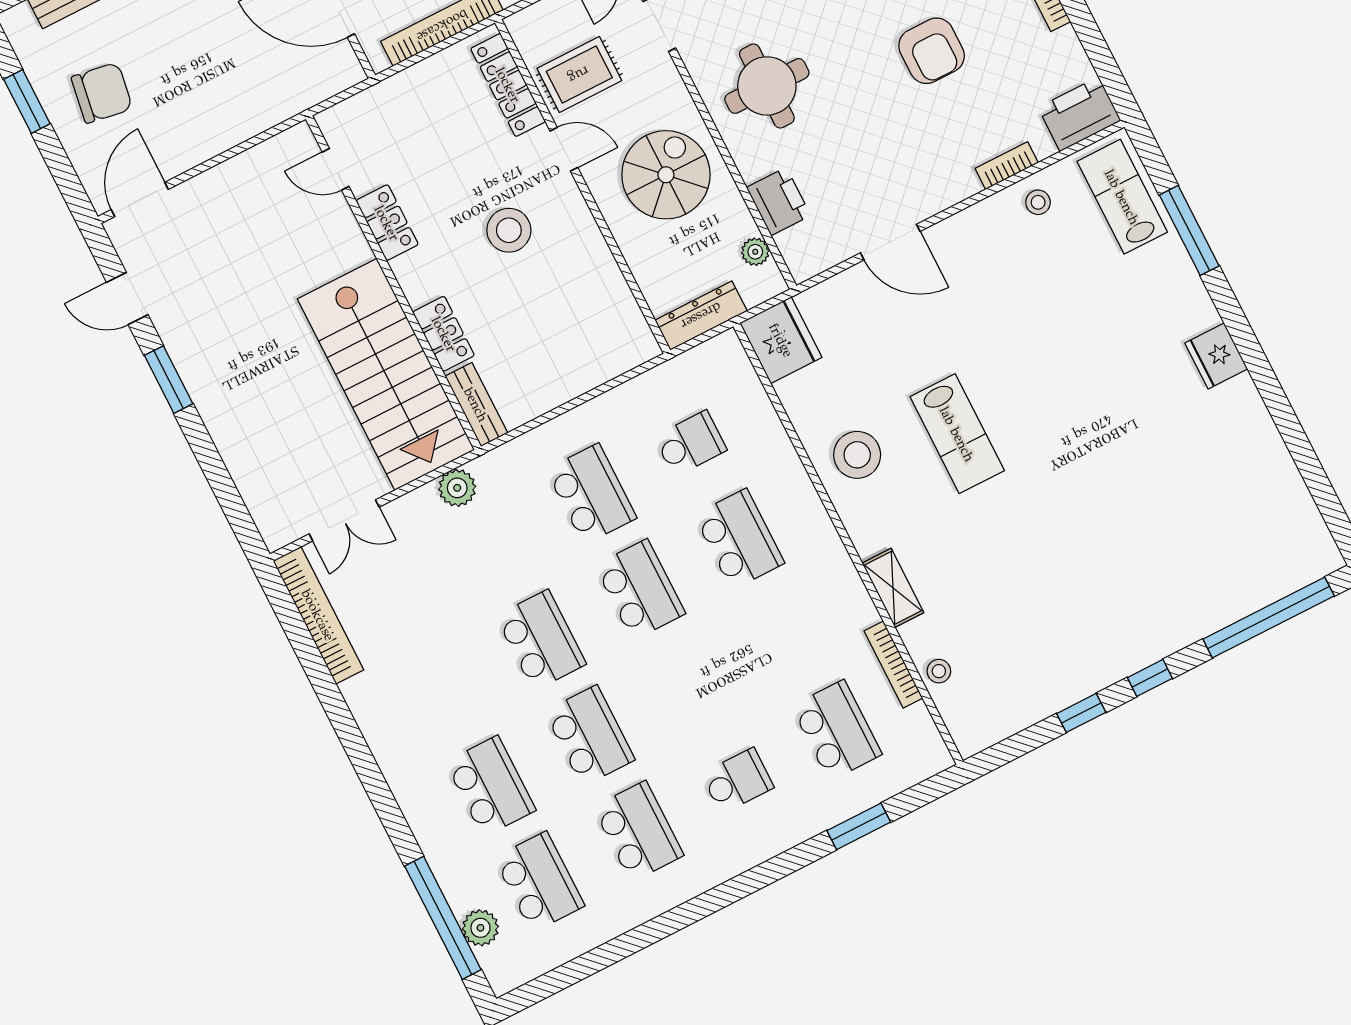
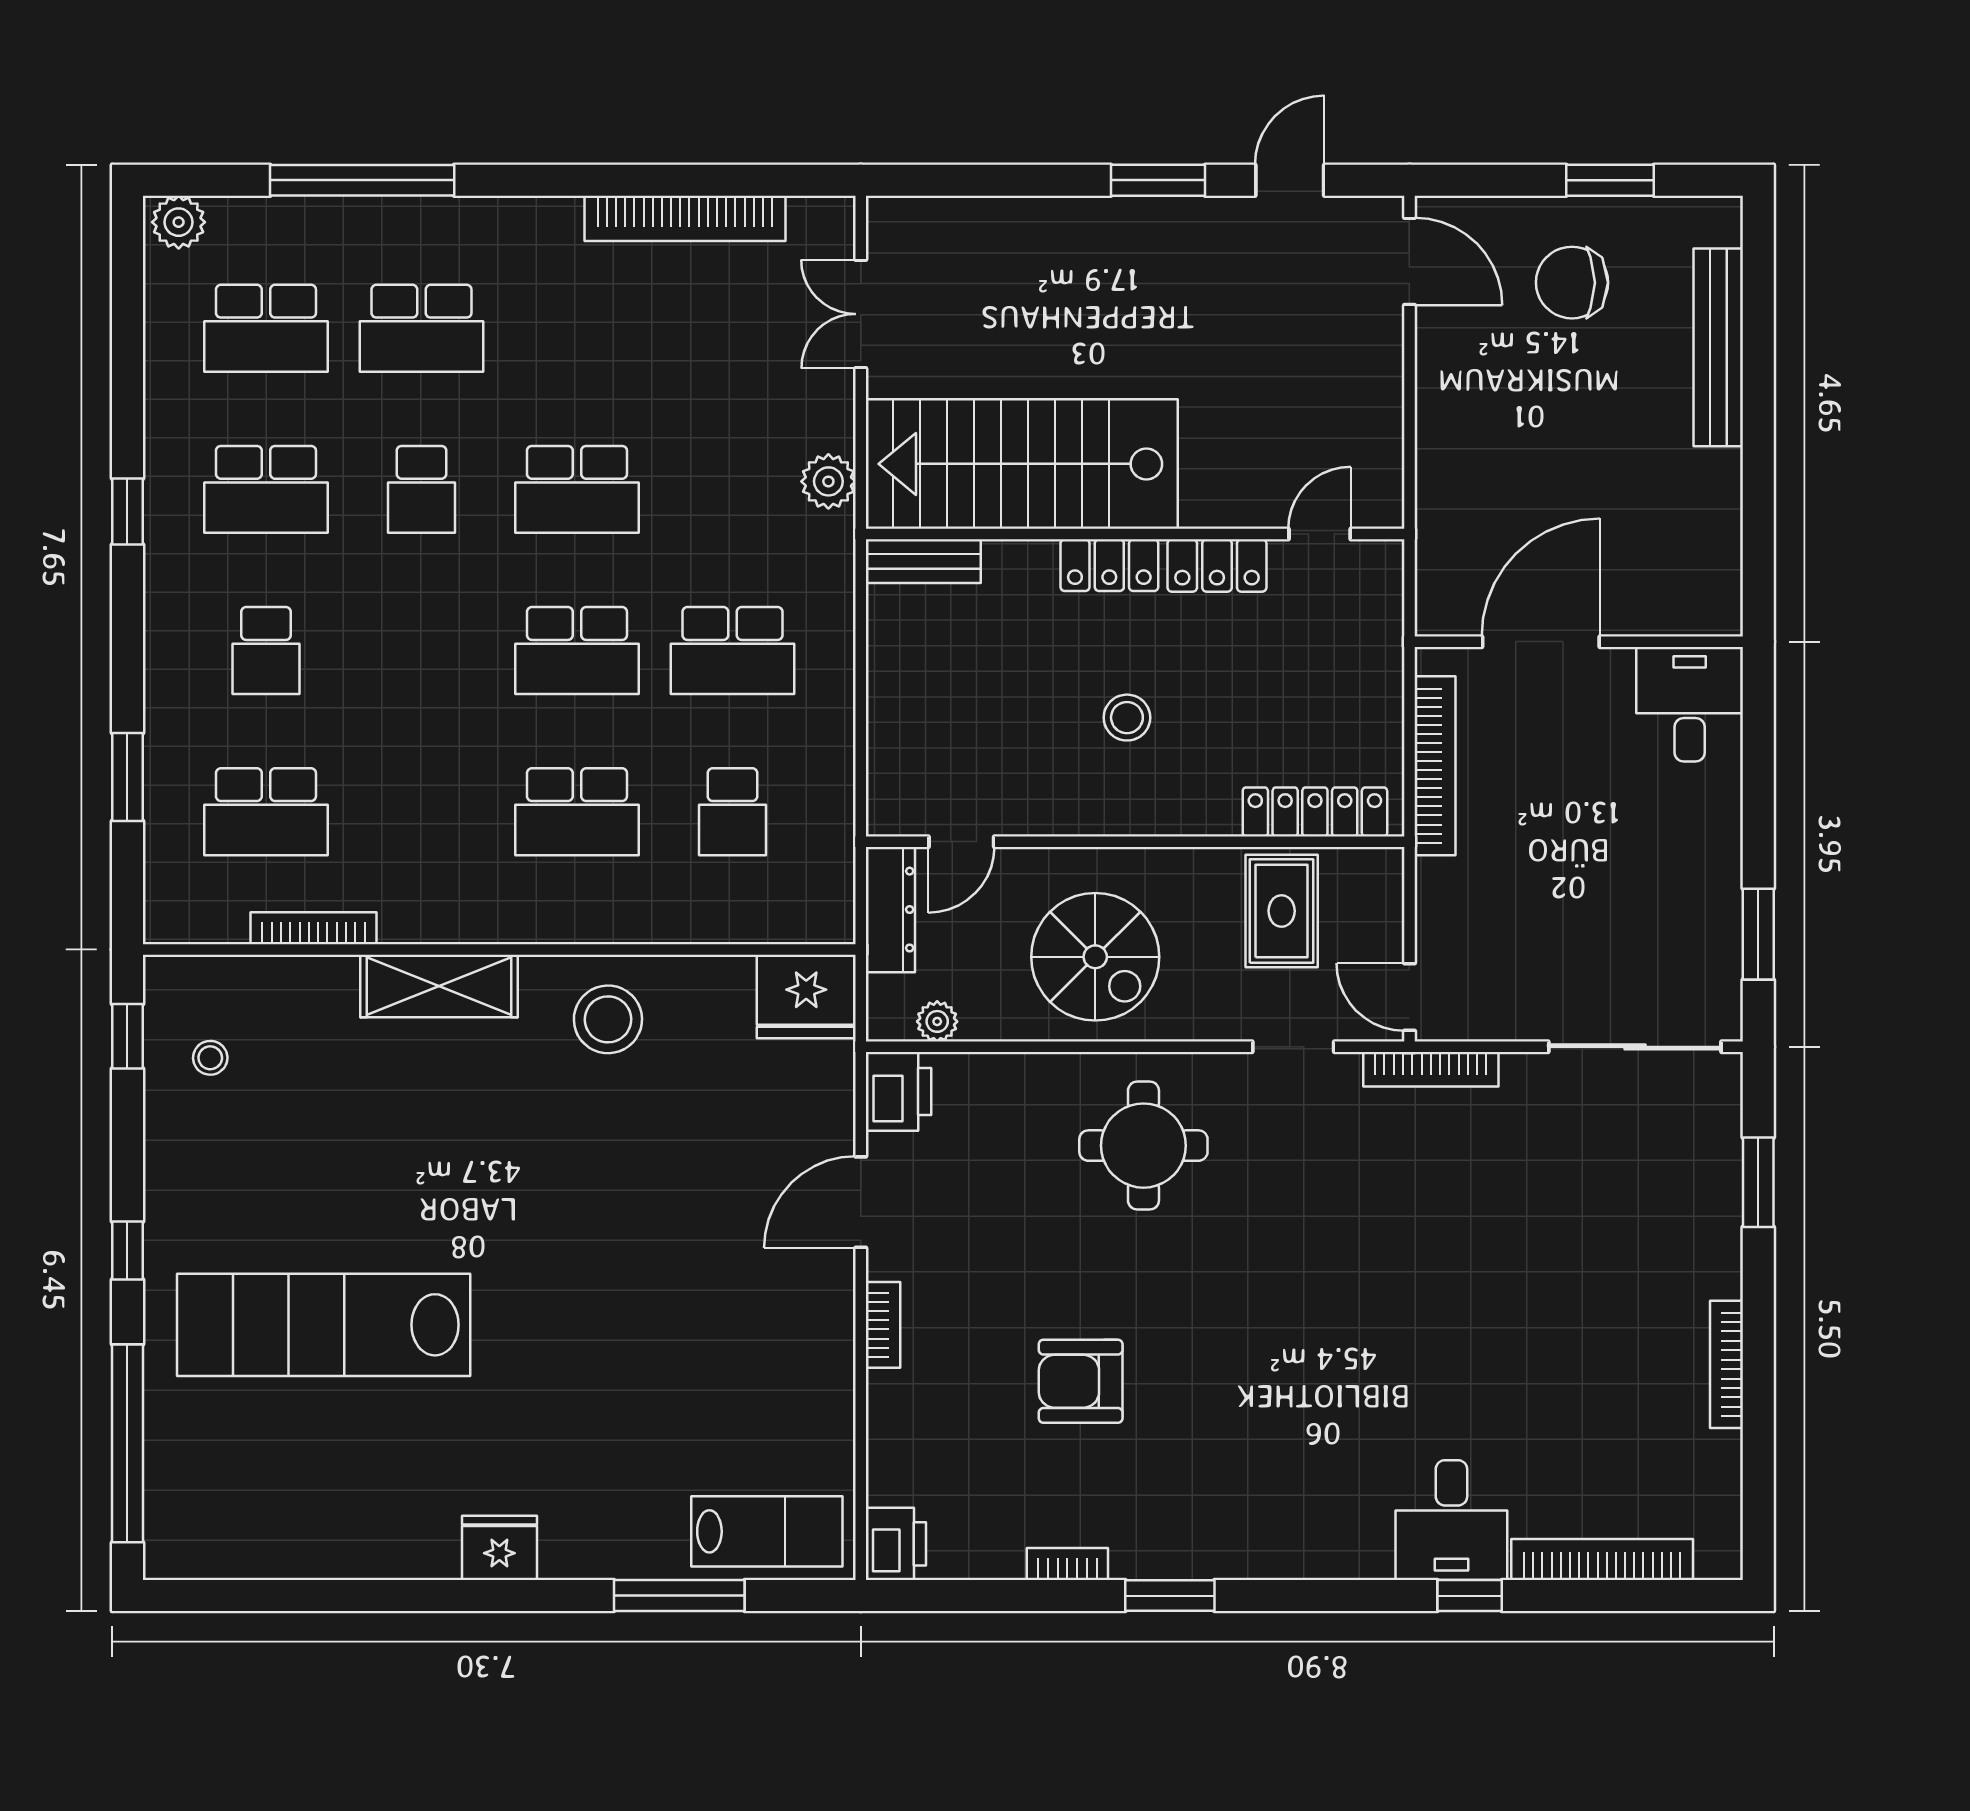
chair: (102, 93) -> (1572, 283), turned 81
printer: (1079, 114) -> (896, 1544), width x0.73, depth x0.84
door: (564, 149) -> (961, 842), moved
bookcase: (1007, 166) -> (883, 1325), moved
printer: (779, 201) -> (899, 1091), moved, turned -90
stool: (1038, 202) -> (815, 1419), removed
stool: (509, 230) -> (1127, 718), width x0.73, depth x0.73
locker: (444, 334) -> (1109, 565), moved
lab bench: (957, 434) -> (324, 1325), moved, width x1.86, depth x1.39
shelving: (893, 588) -> (439, 986), width x1.50, depth x1.33
bookcase: (318, 615) -> (685, 218), moved
stool: (939, 671) -> (210, 1058), moved
window: (1081, 713) -> (127, 1036), moved
school desk: (590, 736) -> (421, 489), width x0.54
window: (695, 910) -> (127, 511), added
window: (443, 918) -> (362, 180), moved
plant: (480, 928) -> (179, 222), moved

